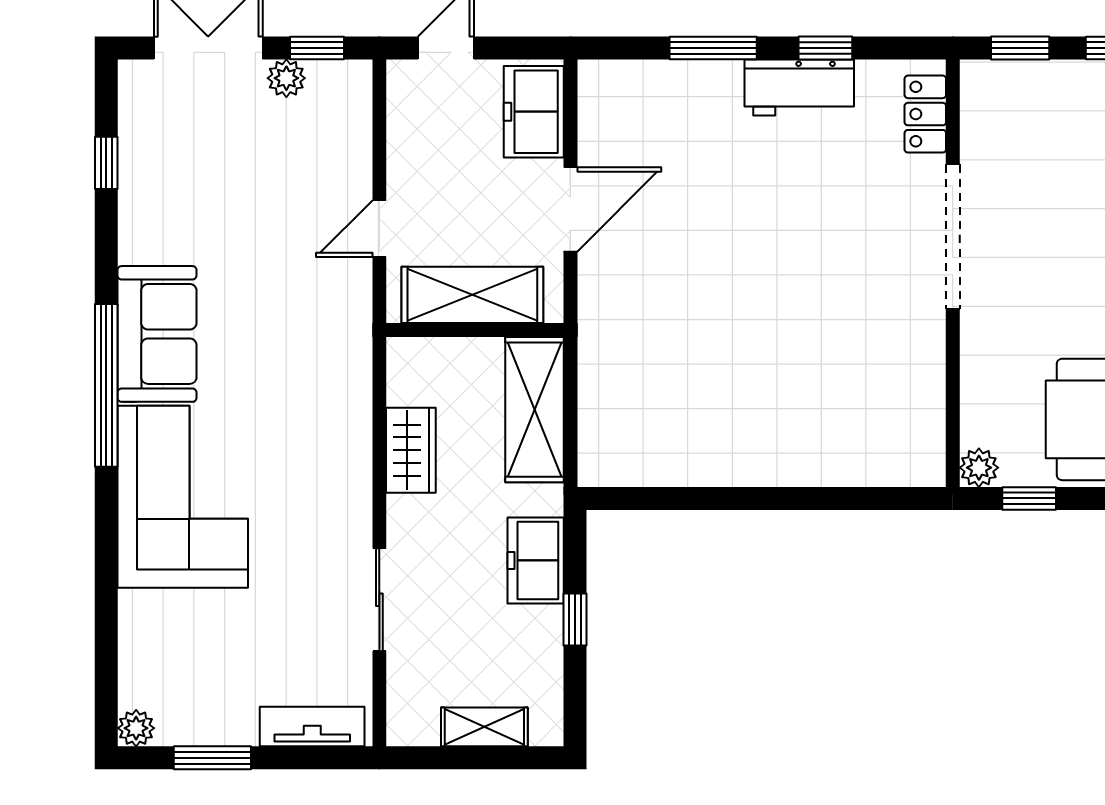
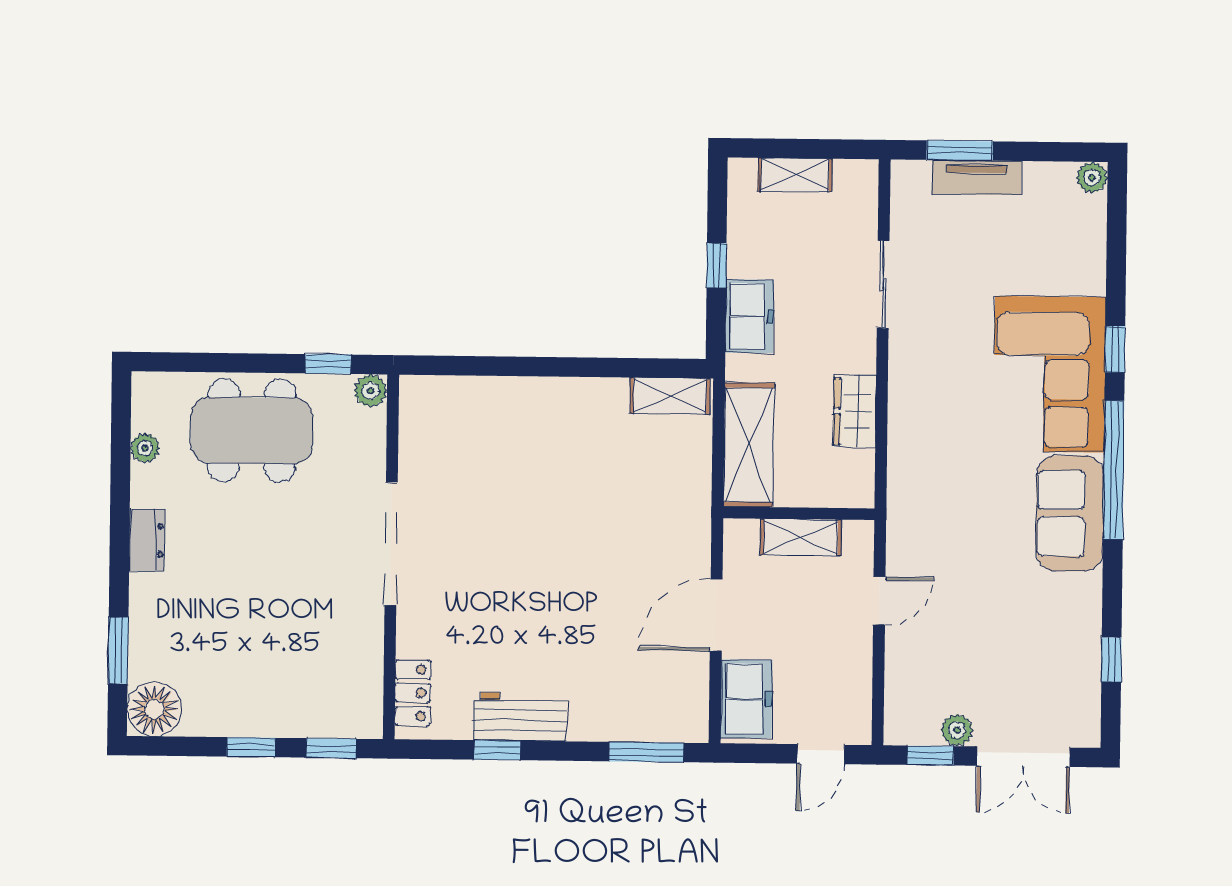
window: (713, 48) -> (647, 752), moved
doorway: (953, 237) -> (391, 544), moved
shelving: (472, 295) -> (801, 537), width x0.67, depth x0.75
shelving: (628, 466) -> (670, 396), added
window: (106, 527) -> (1115, 349), added
tv unit: (312, 727) -> (977, 177), moved
window: (212, 758) -> (960, 151), moved

